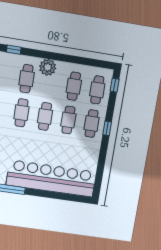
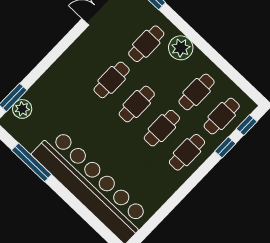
window: (107, 128) -> (225, 147), moved

